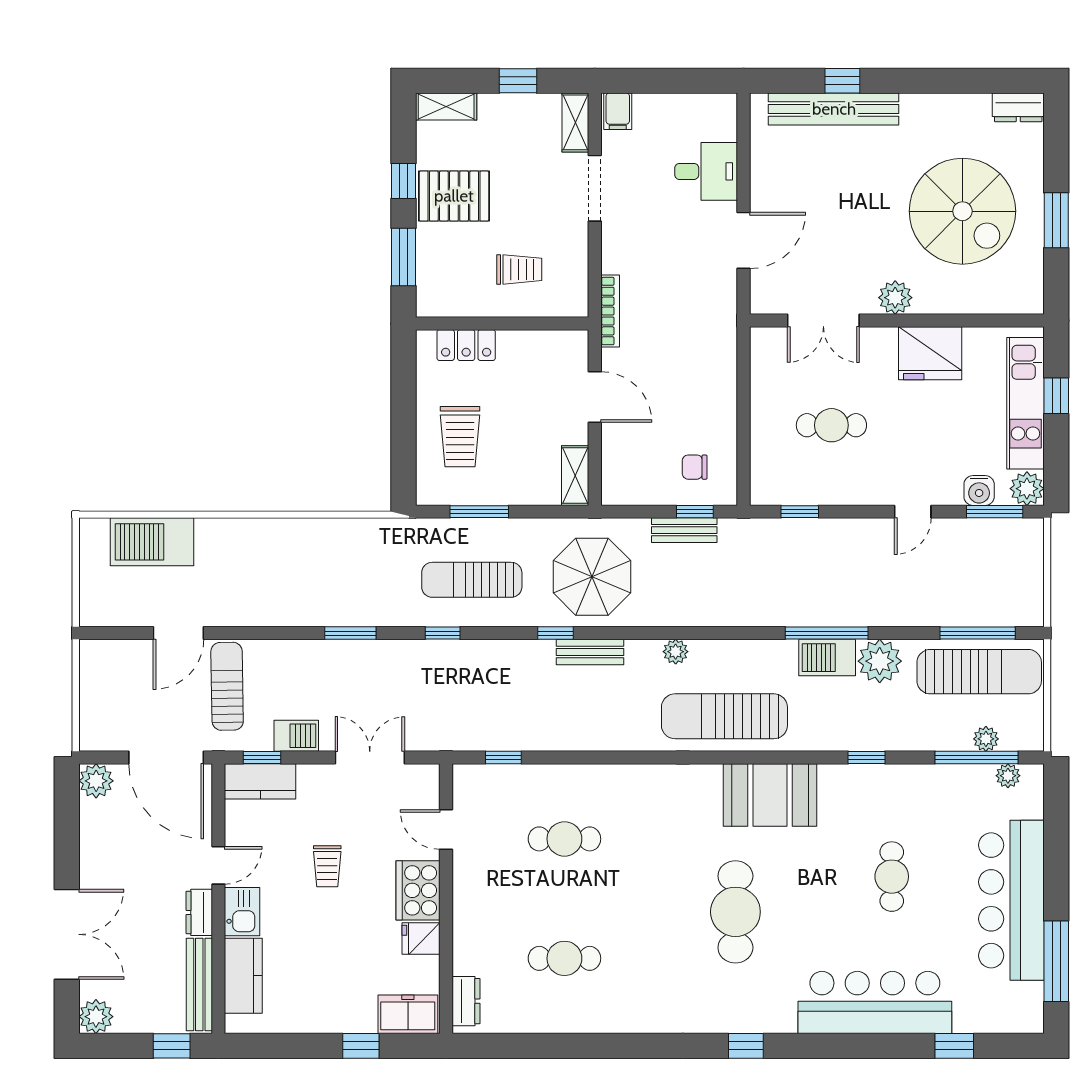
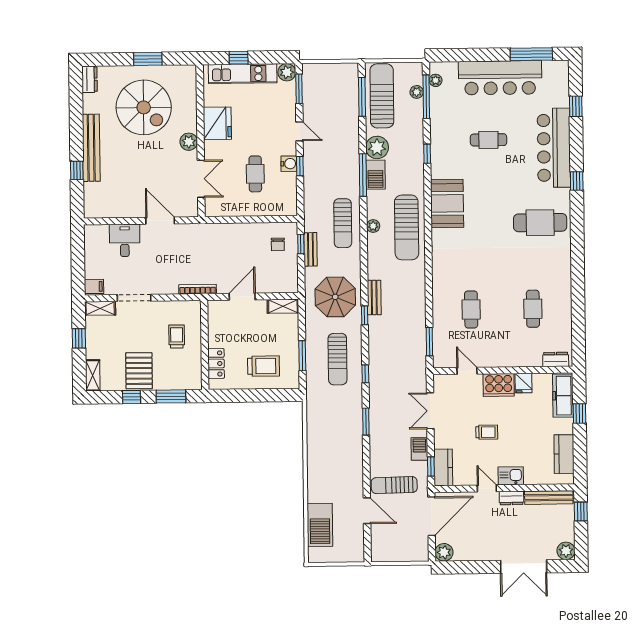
bench: (834, 109) -> (91, 148), moved
spiral stairs: (962, 211) -> (144, 107), turned 90
water cooler: (979, 491) -> (289, 164), moved
window: (800, 512) -> (300, 166), moved
sun lounger: (734, 593) -> (343, 223), added
plant: (676, 652) -> (373, 226), moved
window: (503, 758) -> (429, 342), width x1.50
door: (446, 830) -> (467, 371), swing flipped
cafe table: (735, 912) -> (540, 223), moved
double door: (67, 934) -> (524, 567), swing flipped
kitchen counter: (243, 976) -> (564, 454), moved, turned -90
freezer: (408, 1014) -> (563, 396), width x1.40
window: (746, 1046) -> (577, 181), moved

